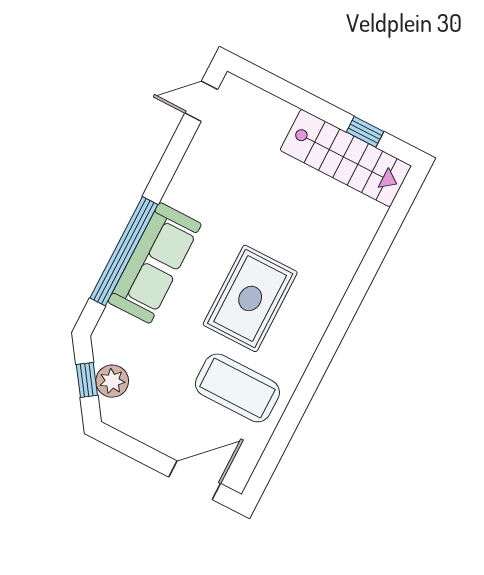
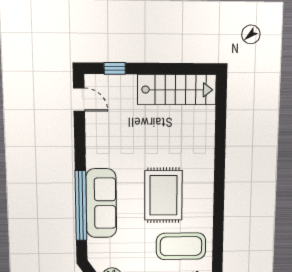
door: (201, 101) -> (79, 100), swing flipped
window: (365, 132) -> (115, 68), moved

